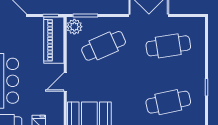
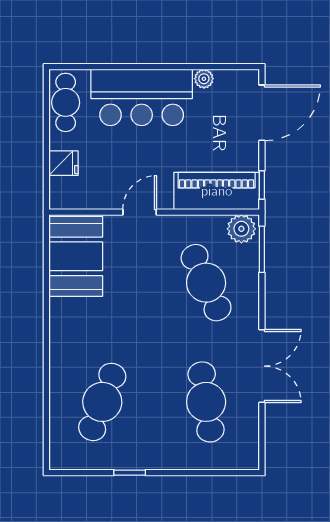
door: (65, 82) -> (140, 212), hinge flipped
cafe table: (168, 102) -> (102, 402), turned 33

